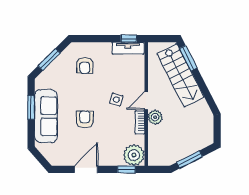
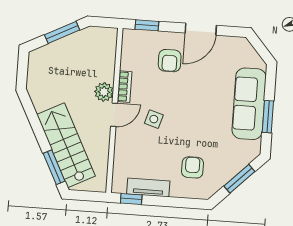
tv unit: (128, 48) -> (148, 187), moved
armchair: (85, 119) -> (170, 61), moved
plant: (134, 155) -> (136, 44), removed

